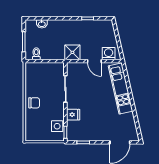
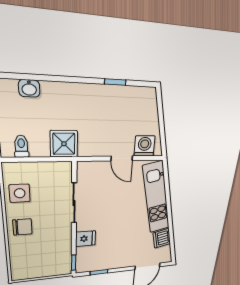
shower: (72, 52) -> (64, 144), moved
dishwasher: (129, 120) -> (162, 238), added
side table: (57, 126) -> (20, 193), moved

